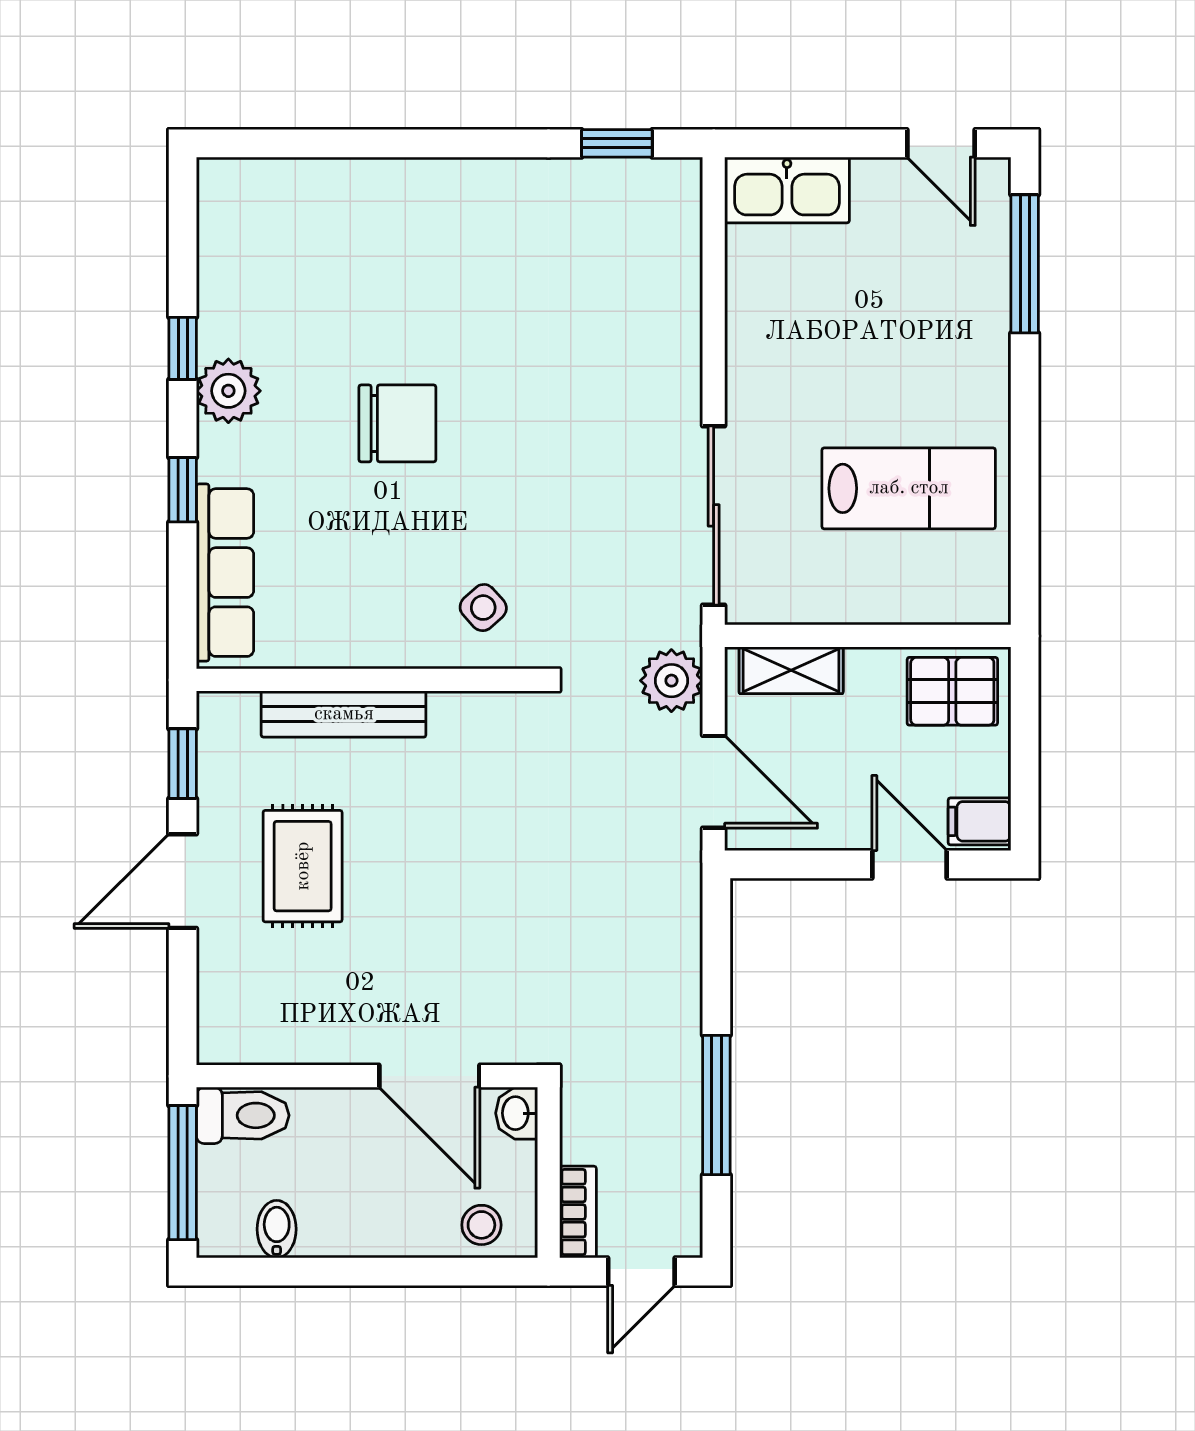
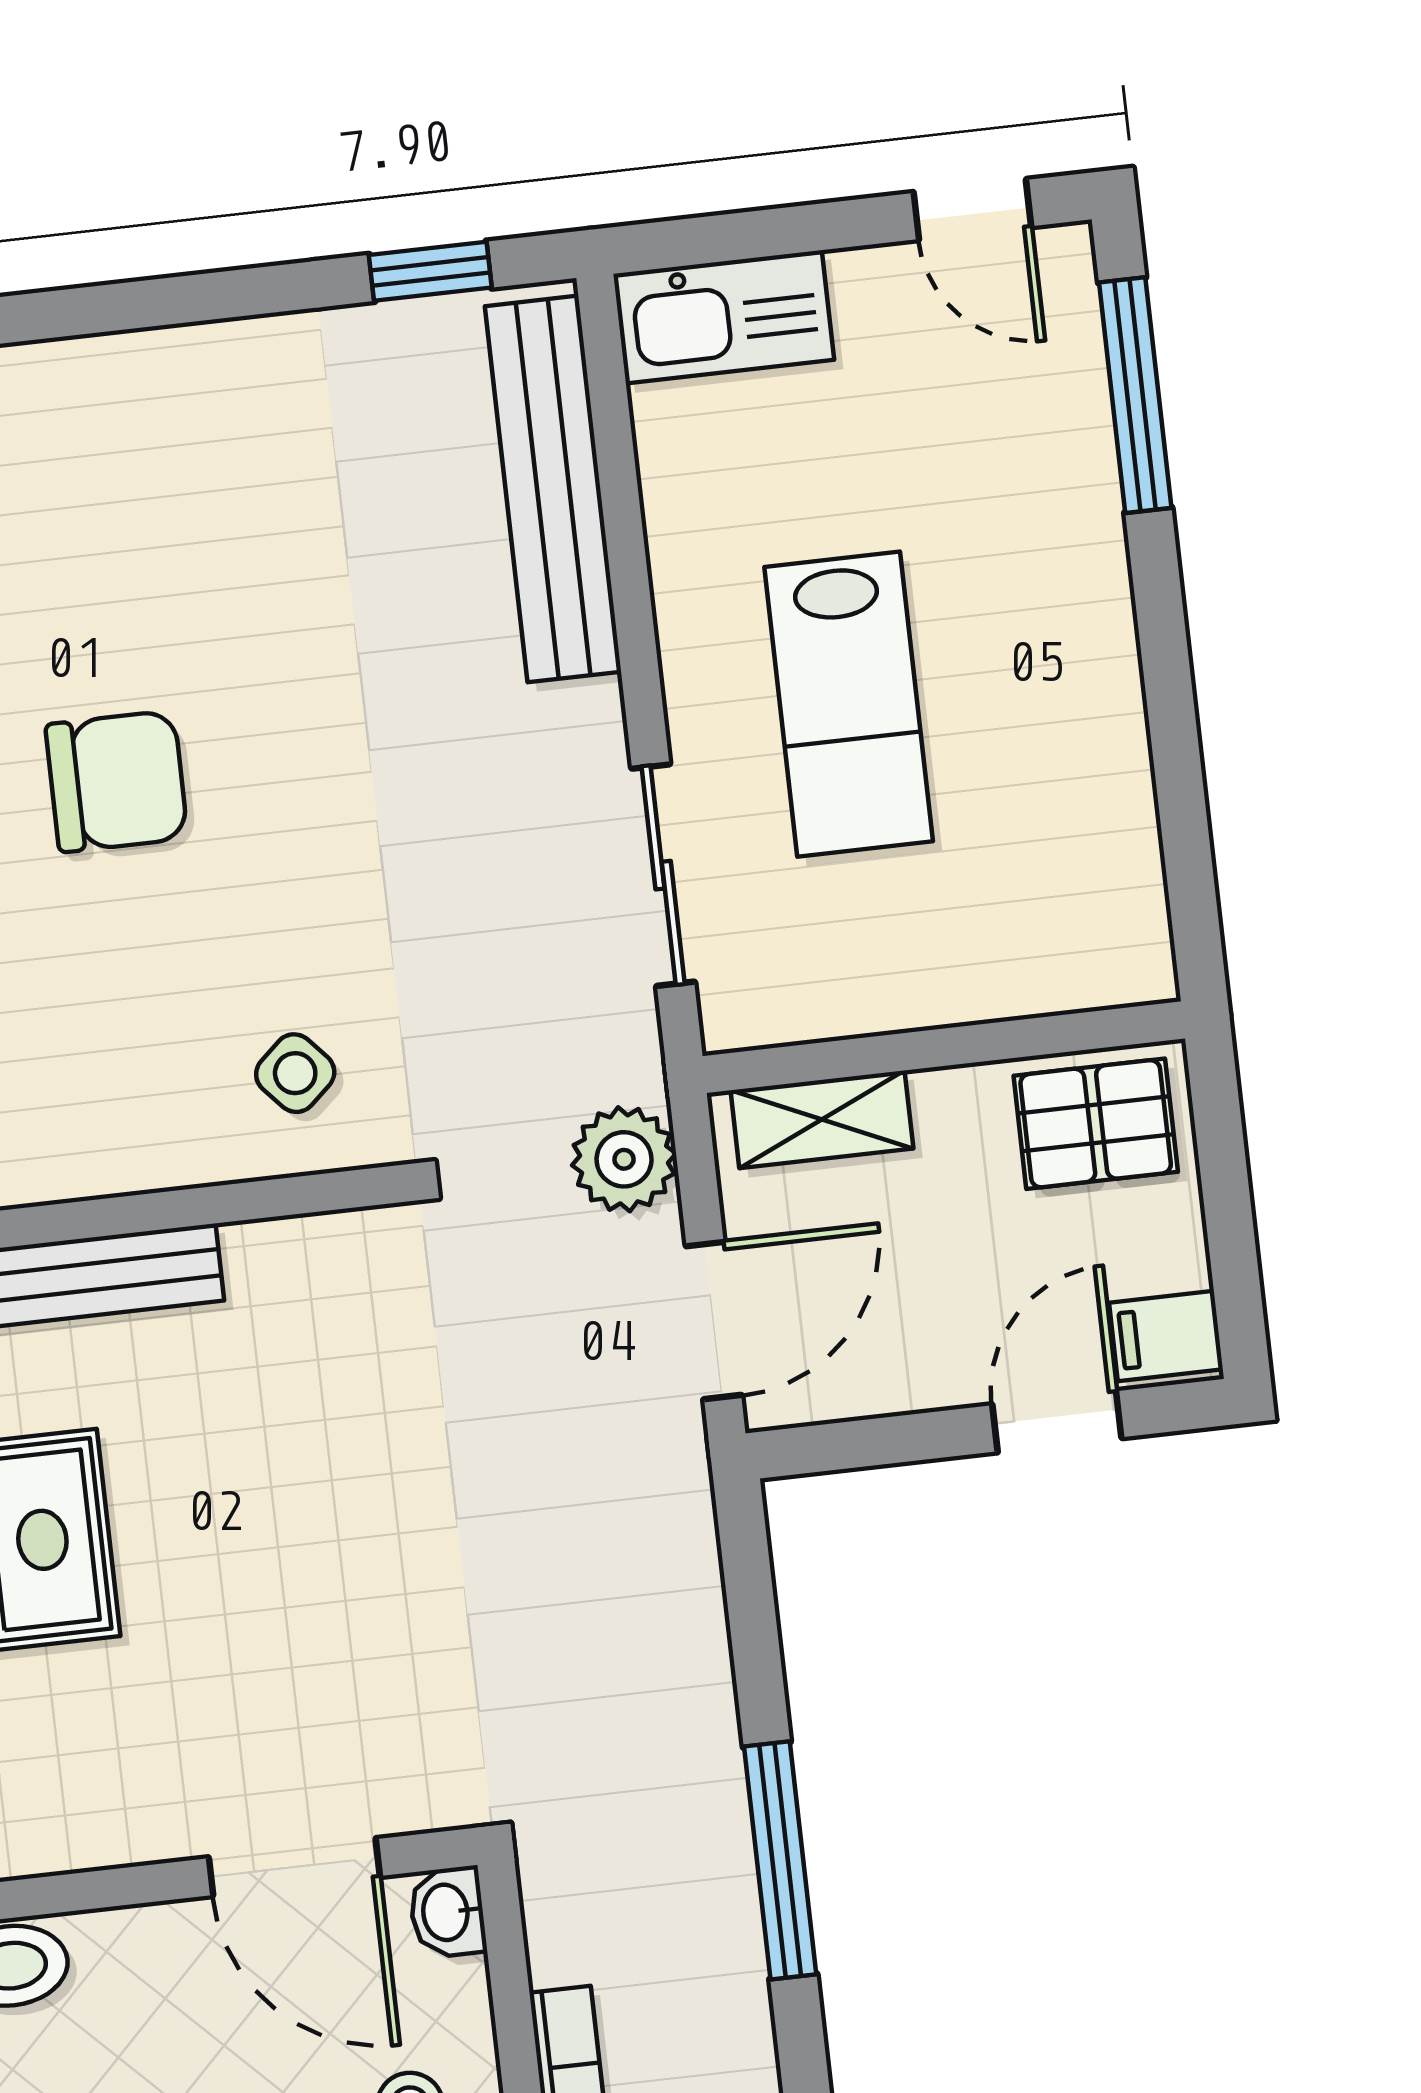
bench: (675, 280) -> (553, 489), added
lab bench: (909, 488) -> (849, 704), moved, turned 90
sliding door: (714, 515) -> (663, 875), width x0.73
door: (714, 782) -> (714, 1321), hinge flipped
door: (909, 864) -> (1057, 1421), hinge flipped

